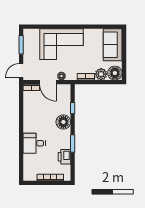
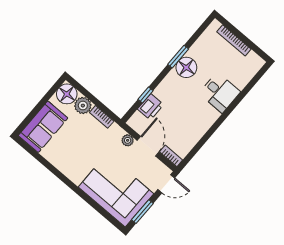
corner sofa: (61, 44) -> (116, 190), moved
floor lamp: (63, 122) -> (186, 67), moved
printer: (64, 157) -> (151, 107), moved

